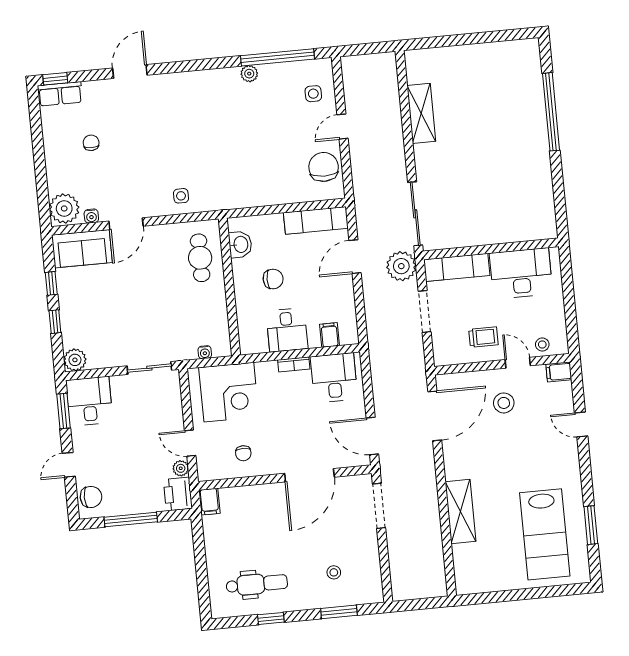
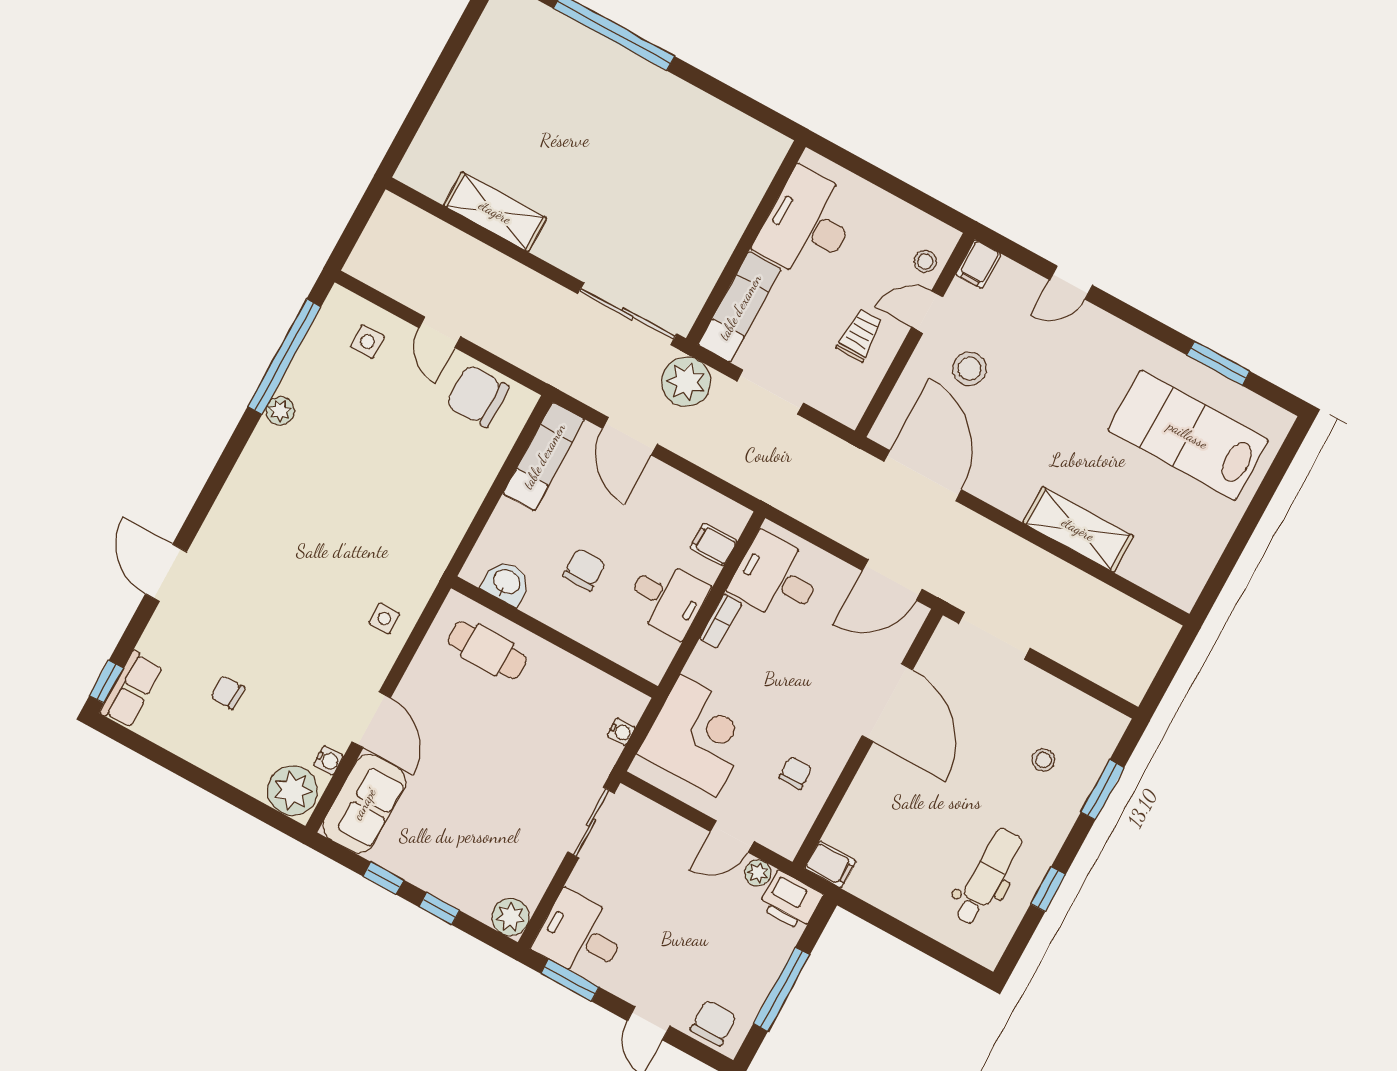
chair: (243, 453) -> (796, 773), turned -90
lab bench: (545, 534) -> (1188, 435), turned 180

